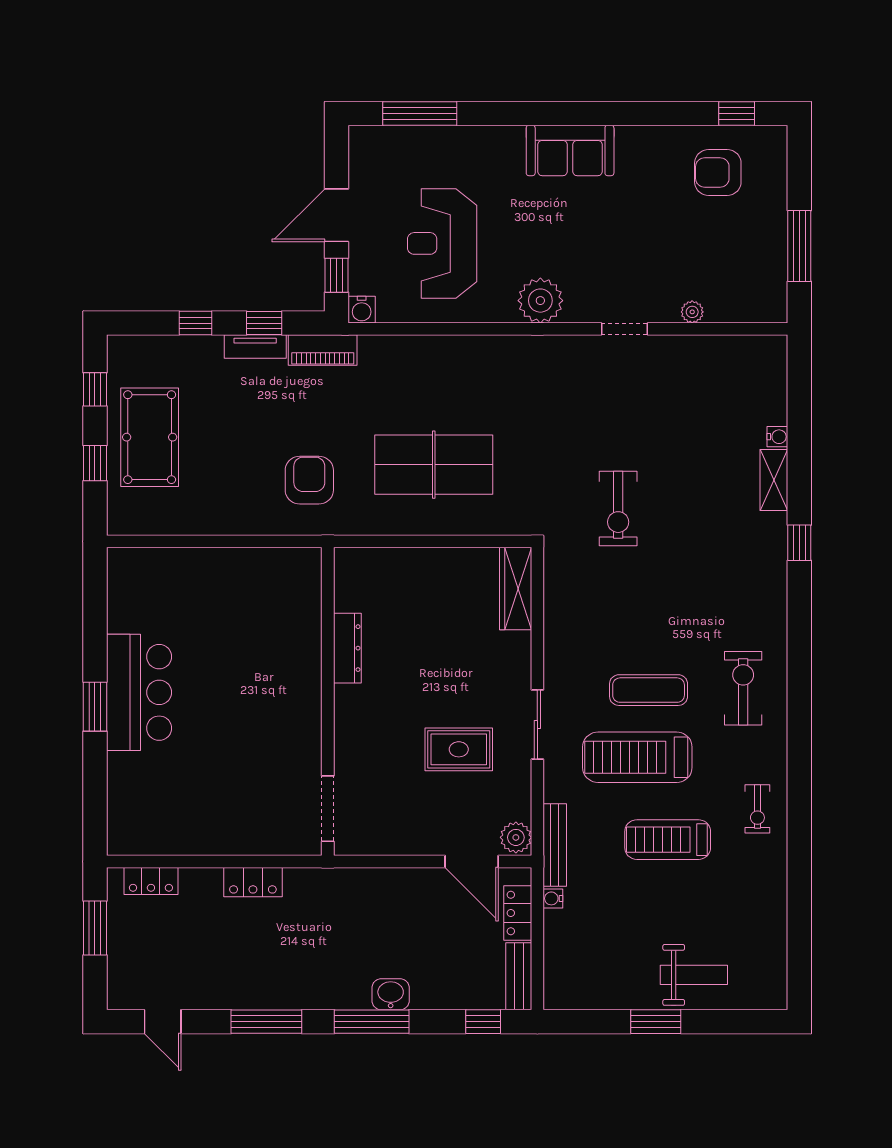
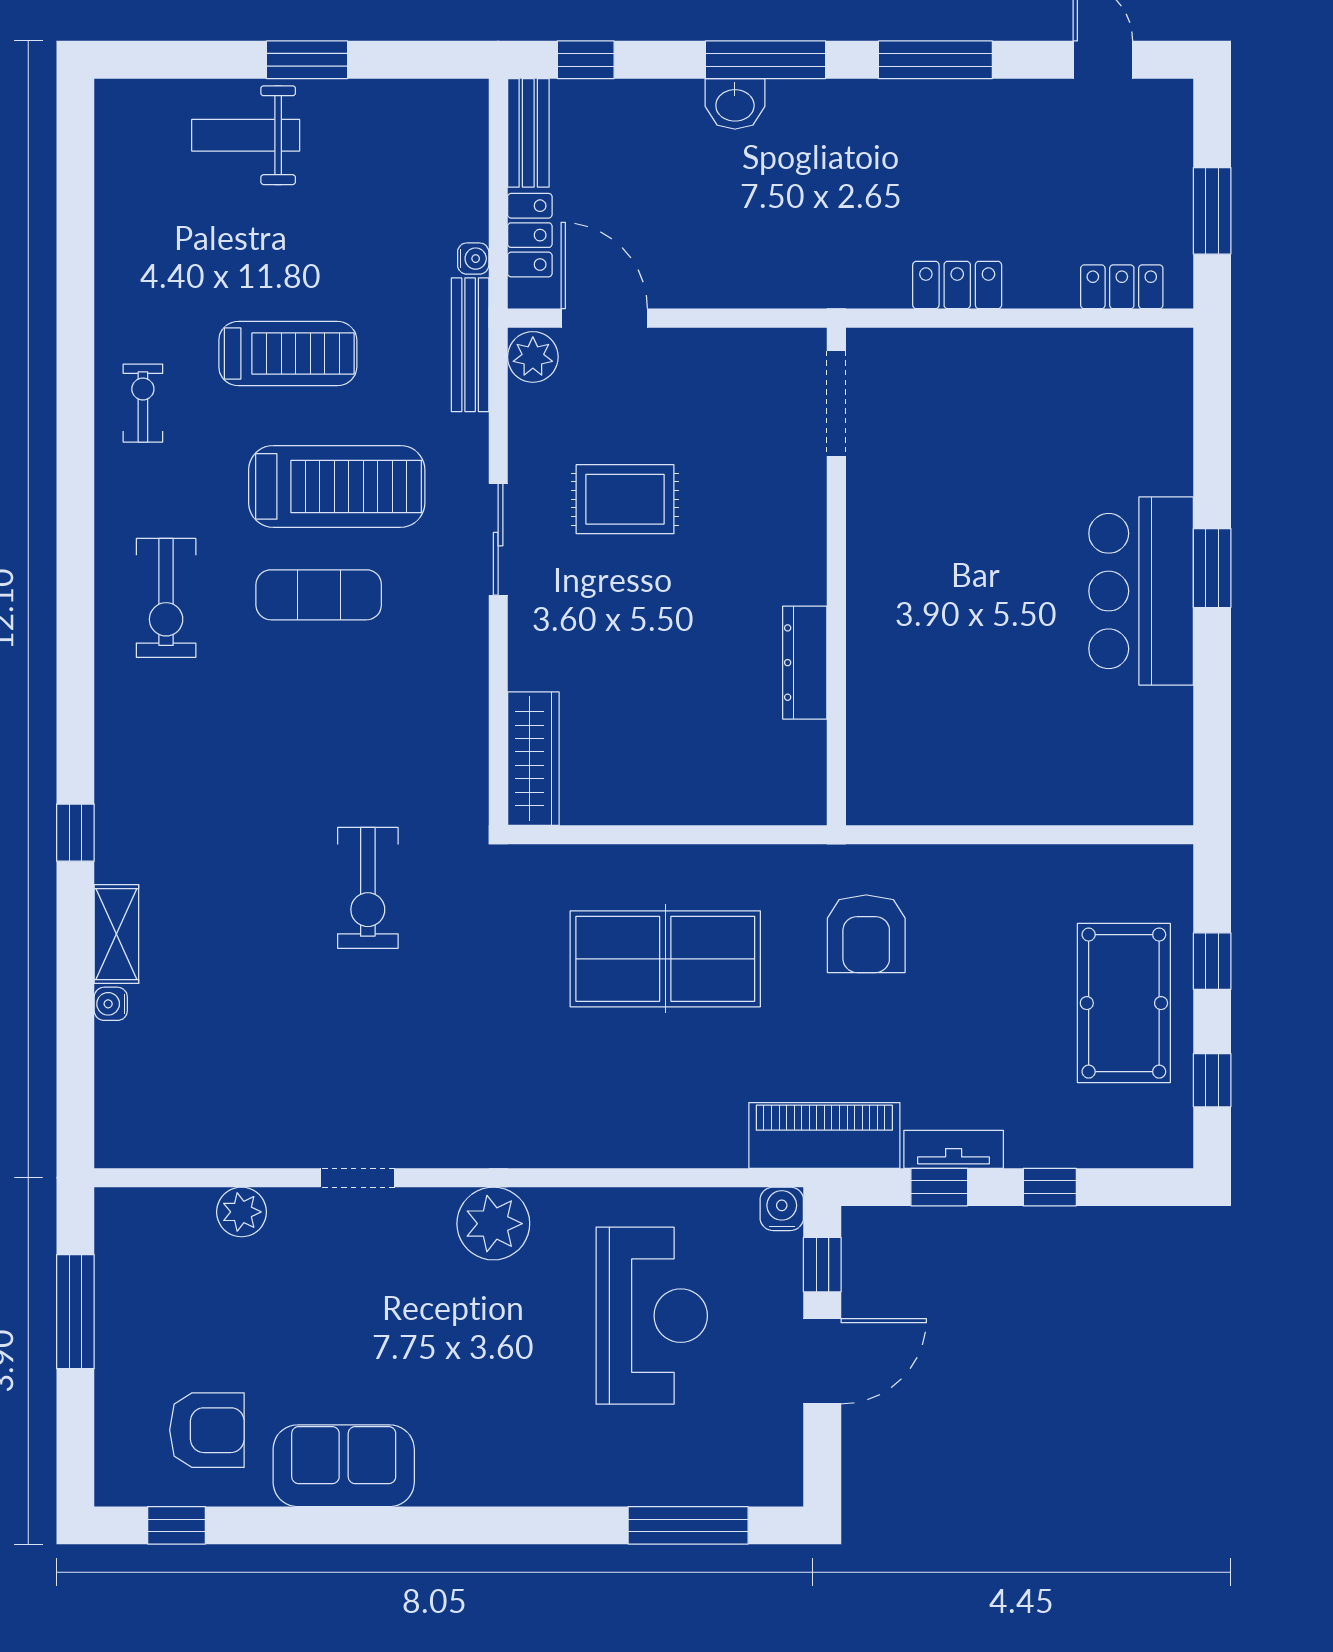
sofa: (570, 150) -> (344, 1466), moved
plant: (692, 312) -> (241, 1212), width x1.38, depth x1.38
piano: (323, 350) -> (824, 1135), width x1.37, depth x1.33
exercise bike: (618, 509) -> (368, 888), turned 180

